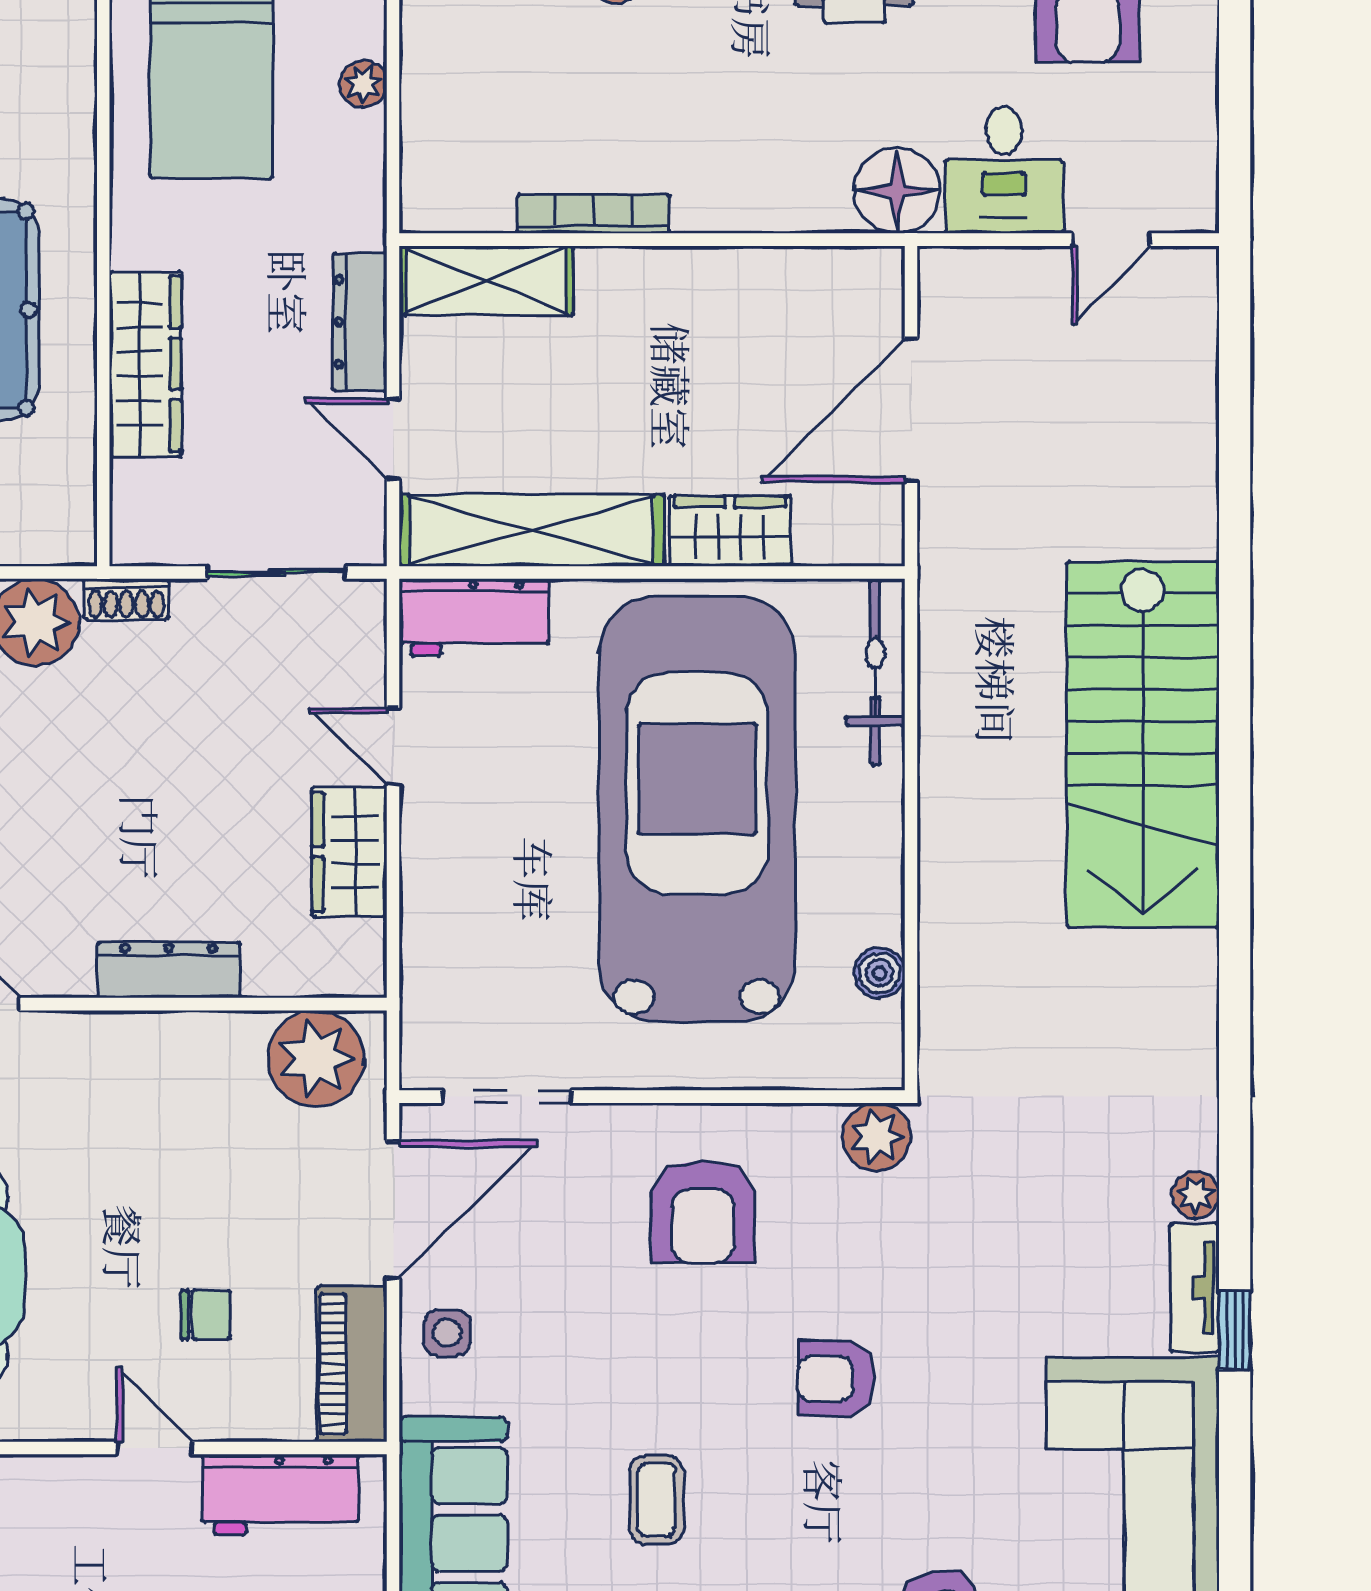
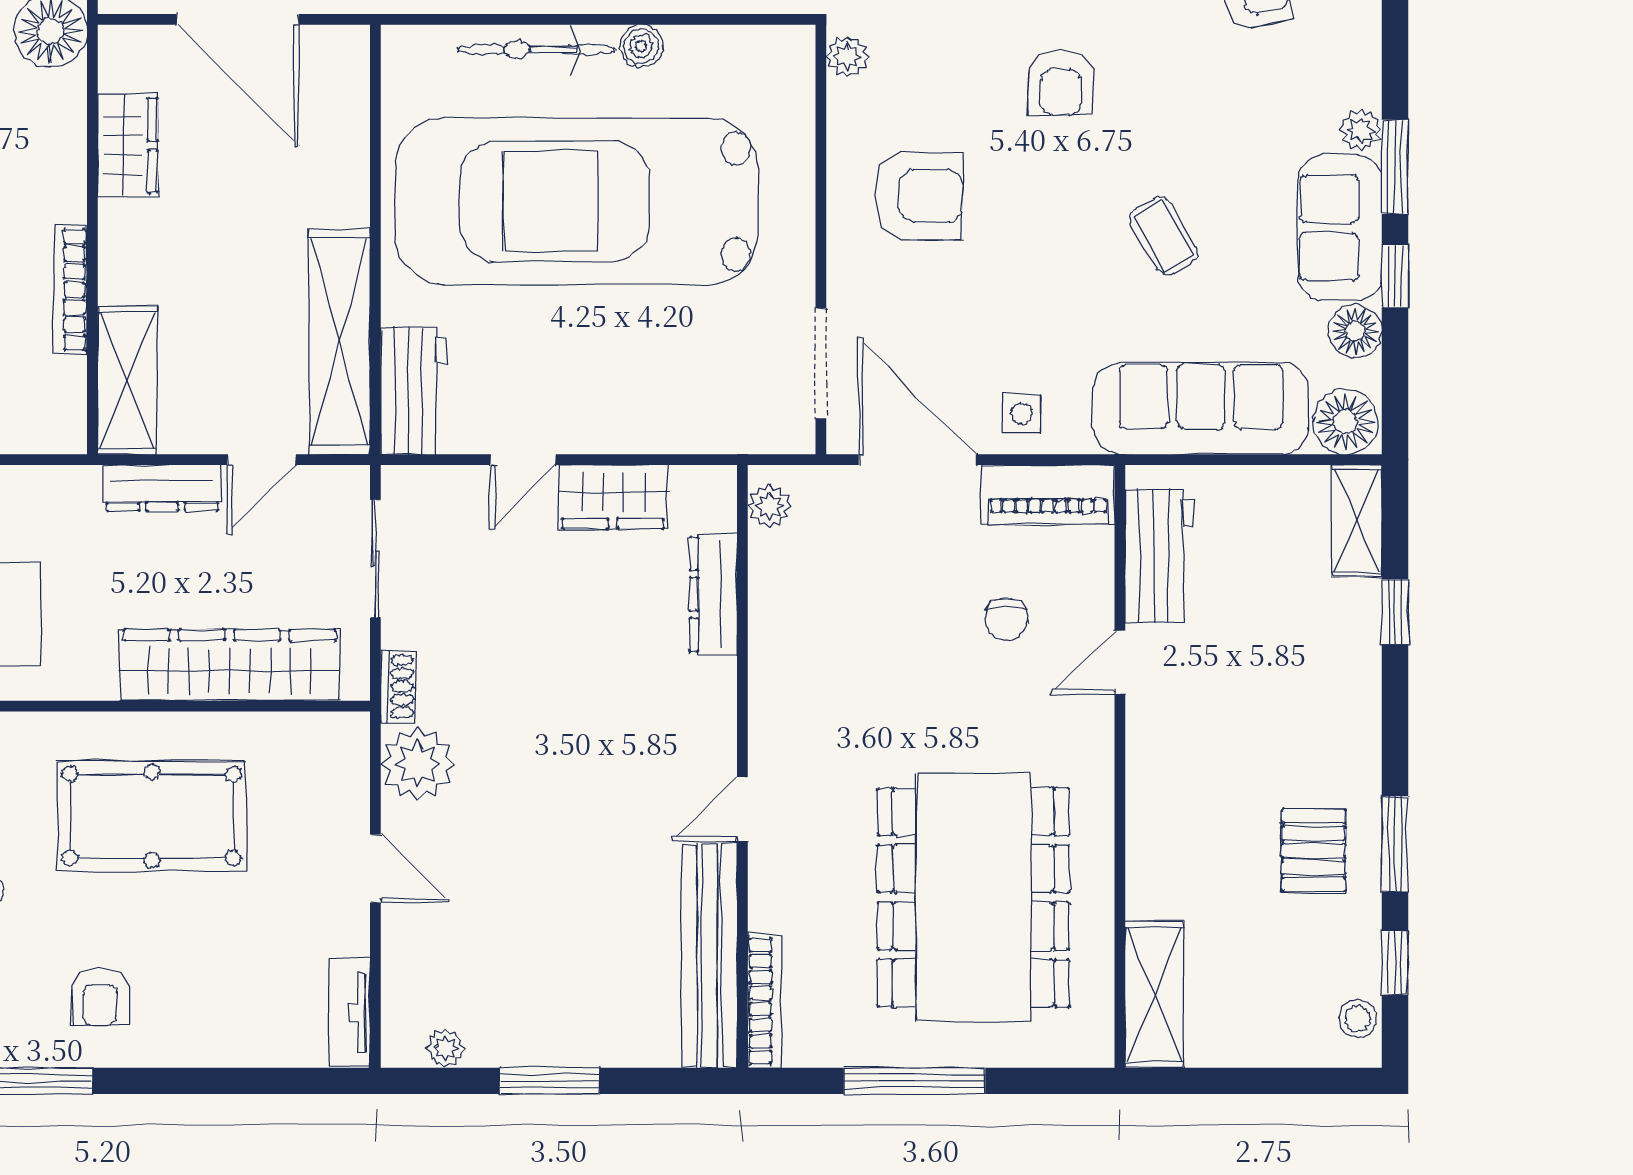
wardrobe: (145, 364) -> (230, 665), width x1.40, depth x1.17
wardrobe: (730, 531) -> (128, 145), moved, turned 180
bicycle: (875, 672) -> (536, 50), moved
dresser: (169, 970) -> (713, 594), moved
boiler: (879, 973) -> (641, 46), moved
plant: (316, 1059) -> (769, 506), width x0.53, depth x0.53
plant: (876, 1137) -> (847, 57), width x0.73, depth x0.73
chair: (205, 1315) -> (1006, 619), turned 180
coffee table: (657, 1500) -> (1164, 236), turned 60

